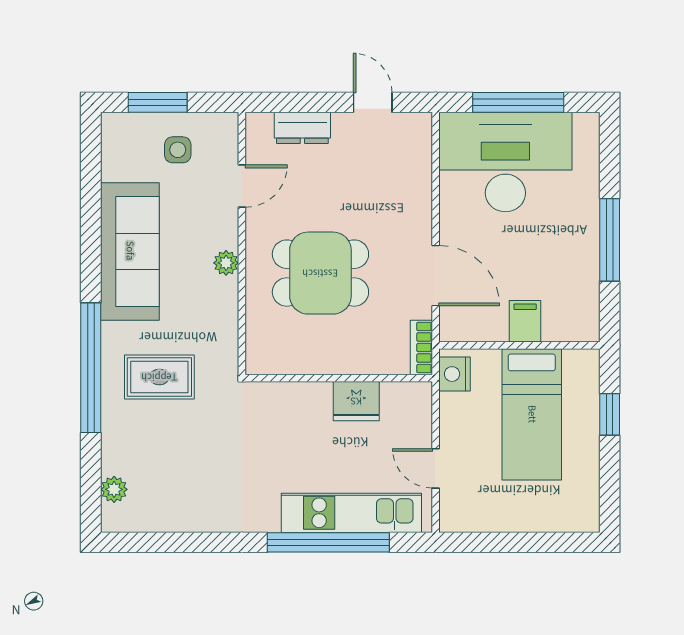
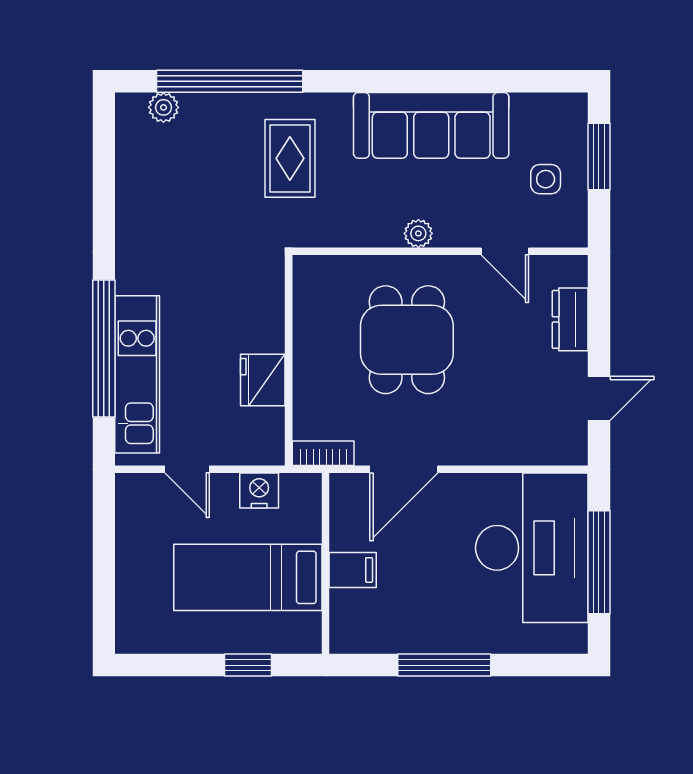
window: (91, 368) -> (230, 81), moved
nightstand: (455, 374) -> (259, 491), moved
door: (436, 468) -> (187, 469), swing flipped

